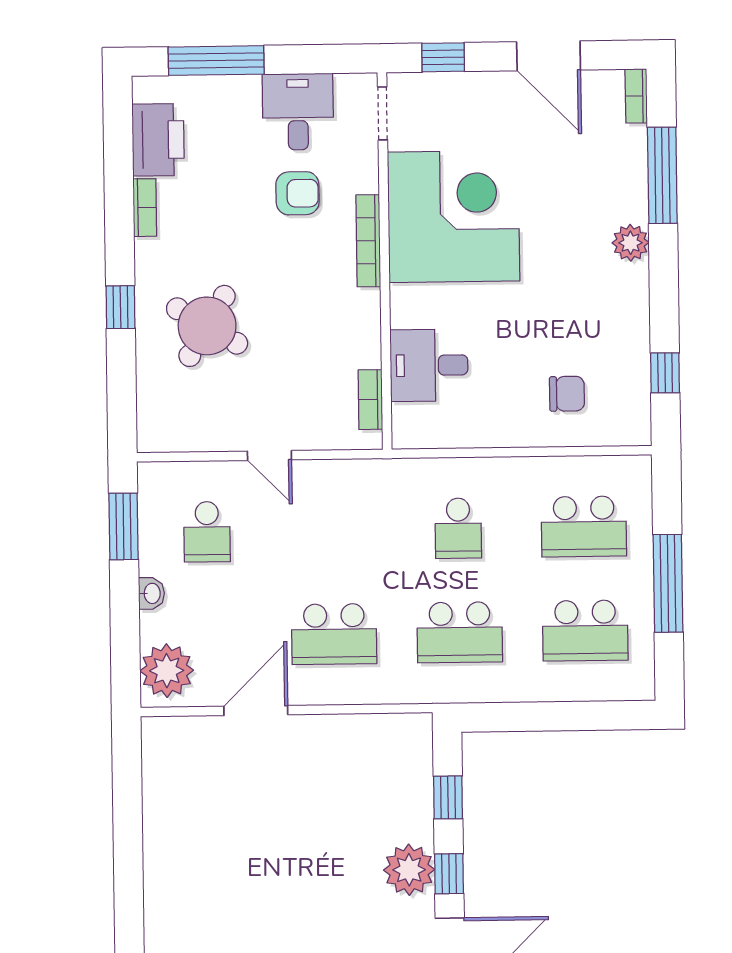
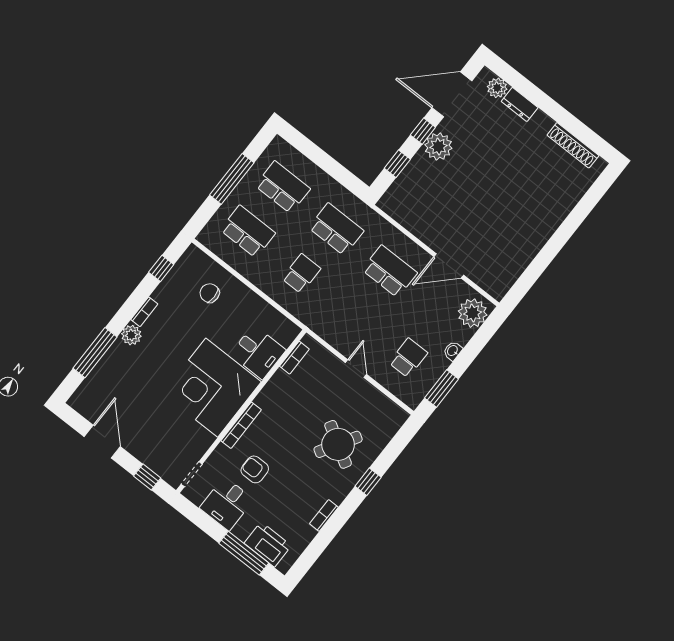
bookcase: (636, 96) -> (144, 312), moved
printer: (158, 140) -> (268, 544), moved, turned 90
corner desk: (454, 216) -> (212, 388), moved

